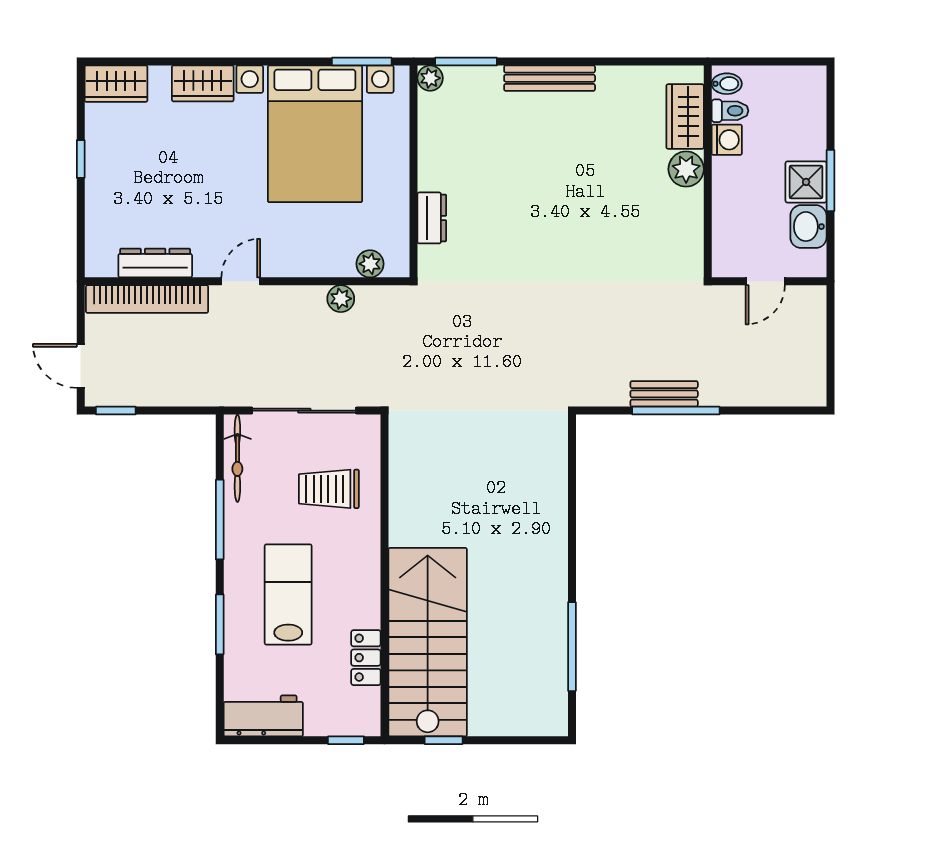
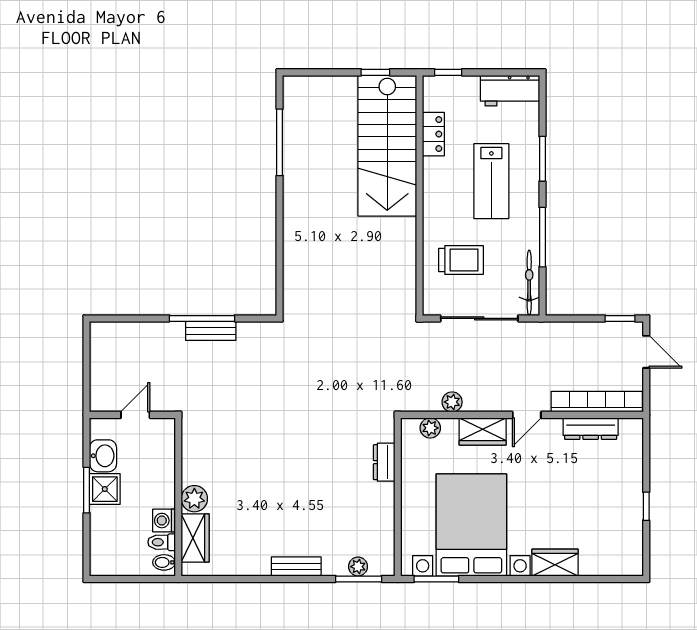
plant: (430, 78) -> (358, 567), moved
bench: (550, 78) -> (296, 567), width x0.73
wardrobe: (116, 84) -> (483, 431), moved, turned 180

